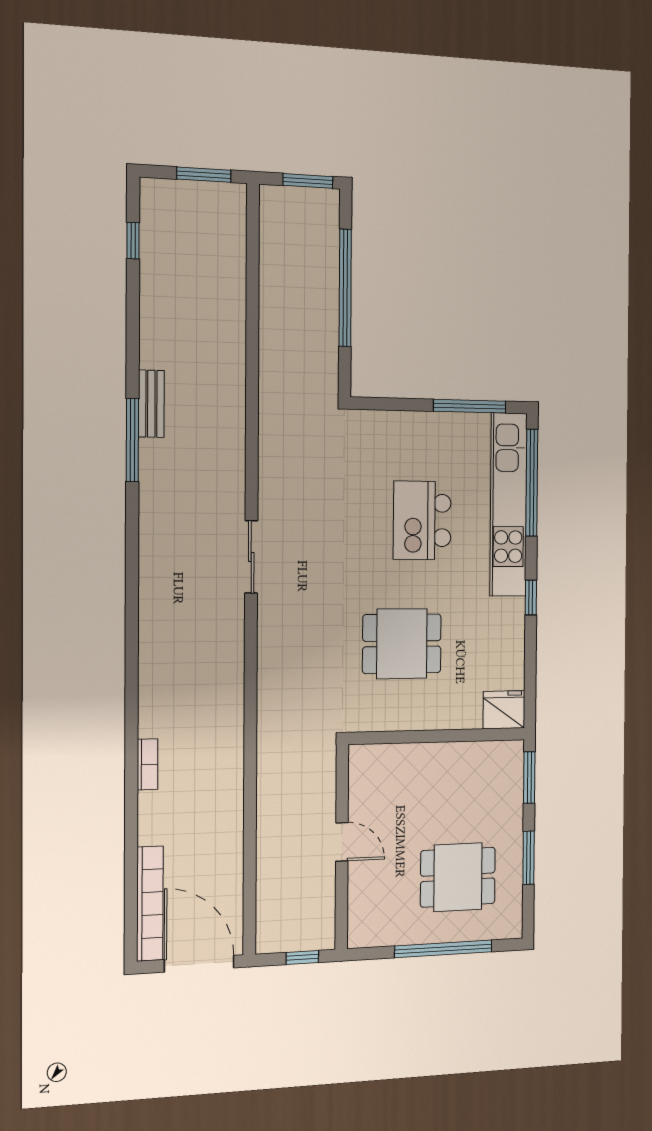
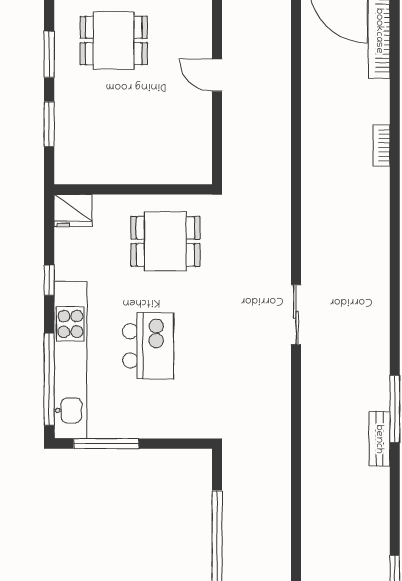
fridge: (504, 710) -> (73, 211), moved
wall: (437, 736) -> (133, 189), moved

